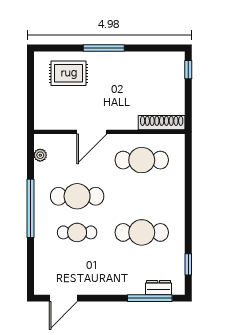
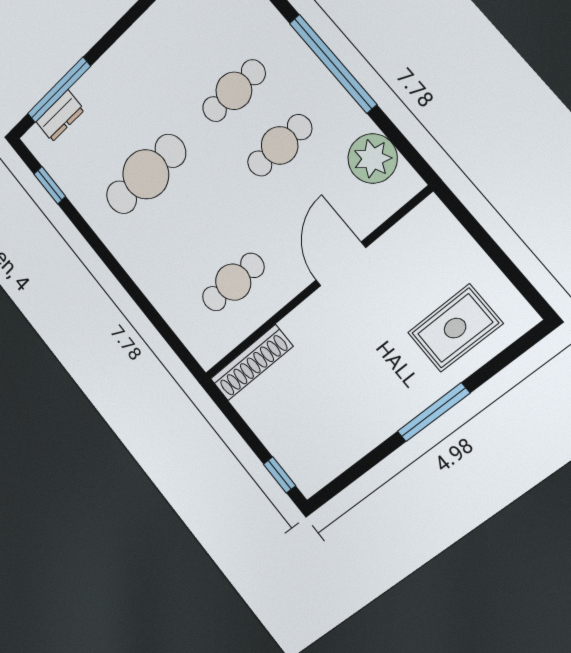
plant: (40, 155) -> (373, 159), width x1.88, depth x1.88
cafe table: (142, 160) -> (233, 282), width x0.73, depth x0.74
cafe table: (77, 196) -> (280, 145), width x0.73, depth x0.74

